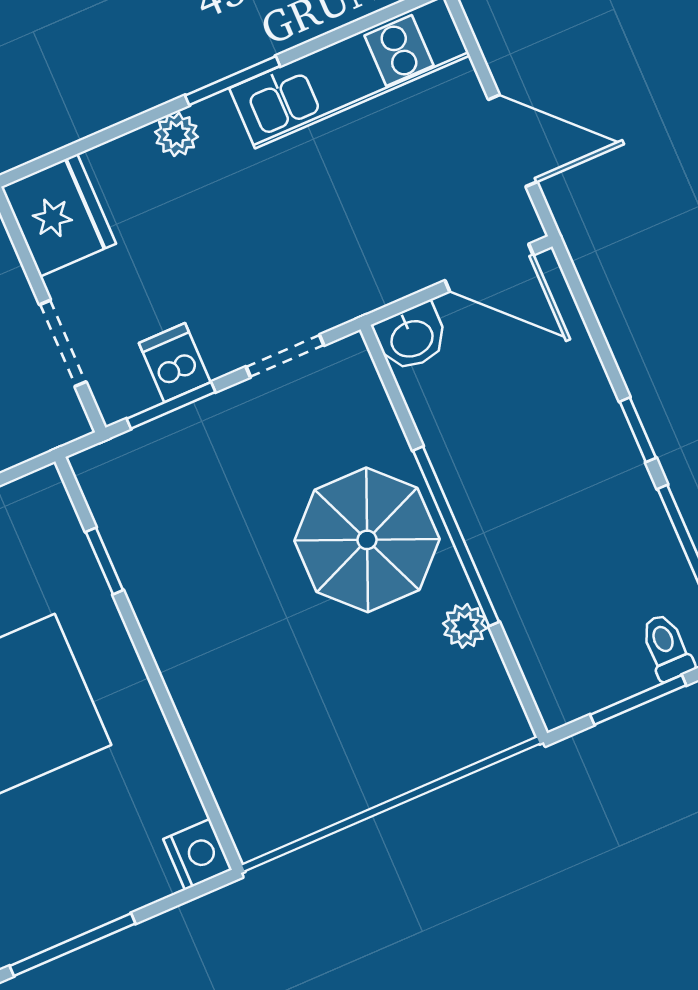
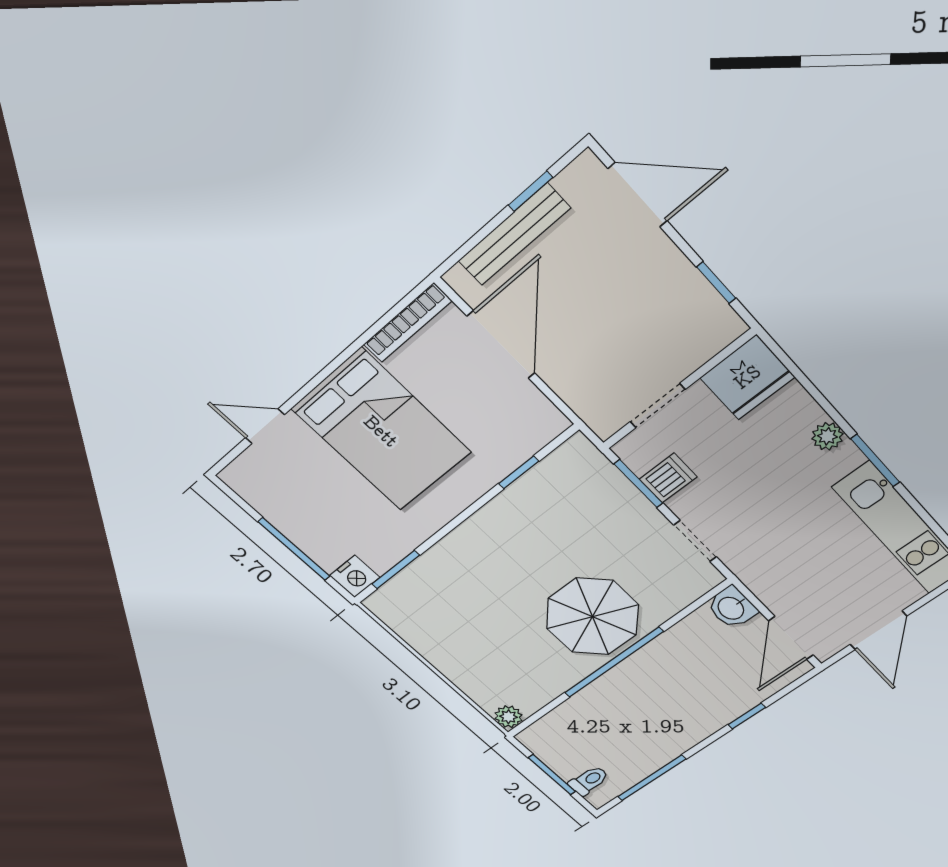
window: (638, 430) -> (747, 716), moved
plant: (465, 626) -> (508, 717), moved
window: (204, 791) -> (396, 570), added
window: (72, 945) -> (294, 549), moved

